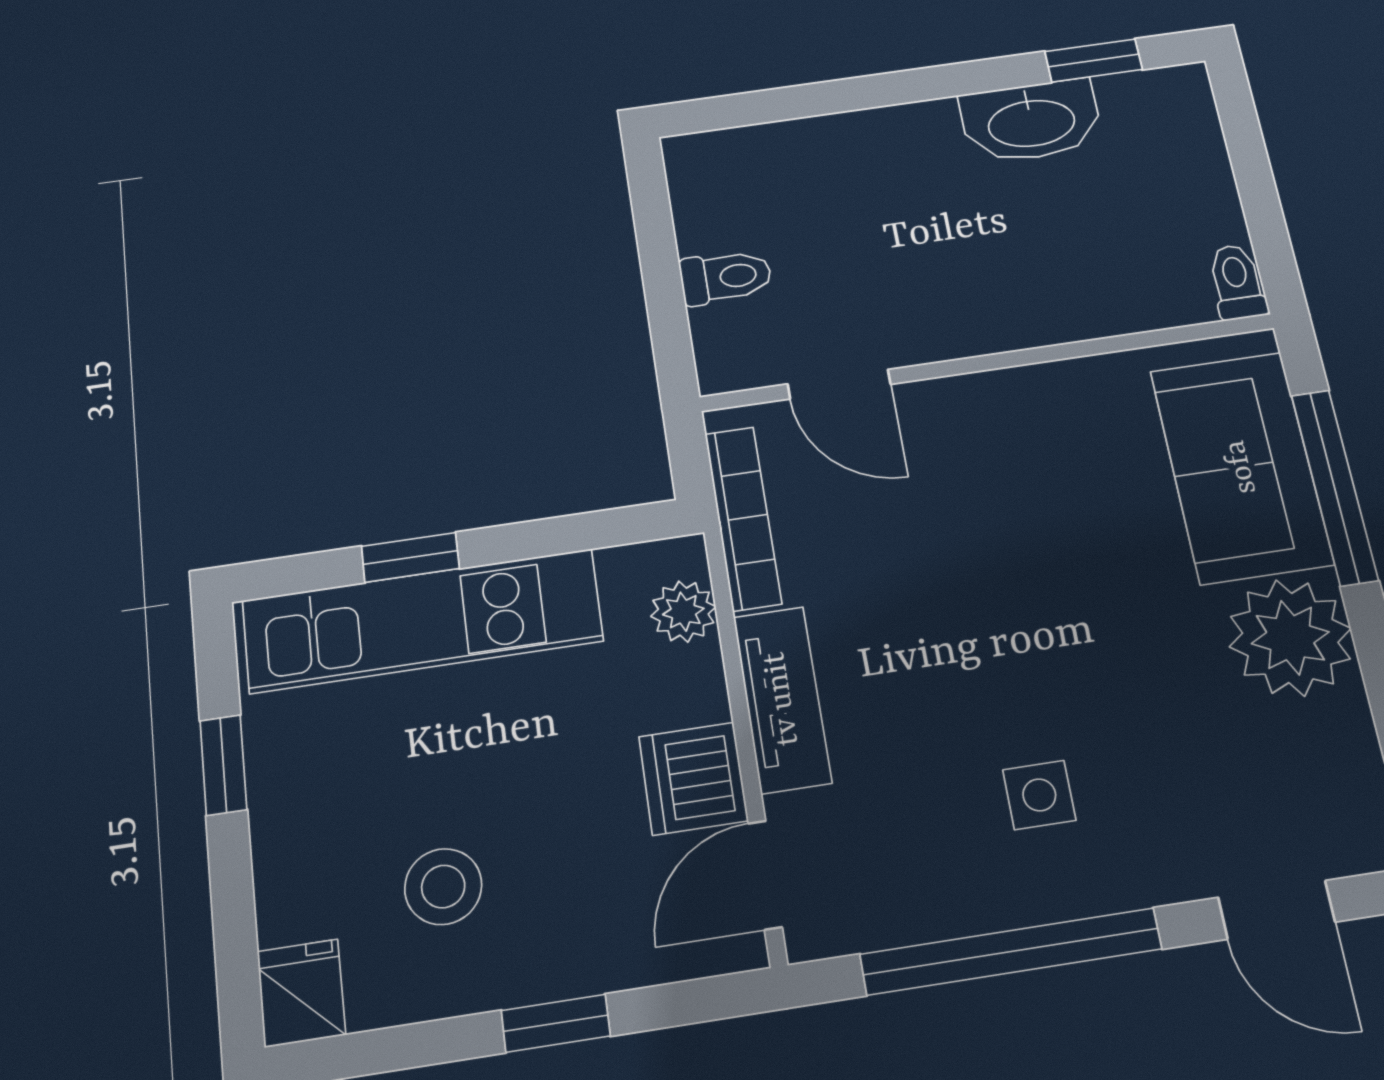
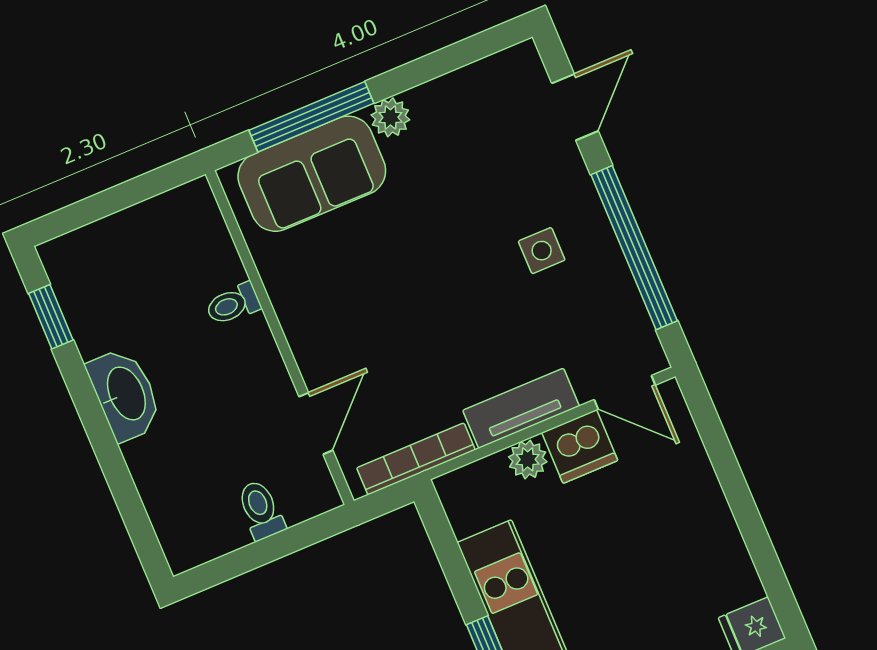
washbasin: (1031, 121) -> (125, 394), moved
toilet: (1237, 282) -> (233, 304), moved
plant: (683, 612) -> (528, 459), moved
plant: (1290, 638) -> (390, 117), width x0.53, depth x0.53
stool: (443, 887) -> (675, 568), removed
window: (556, 1023) -> (734, 485), removed

